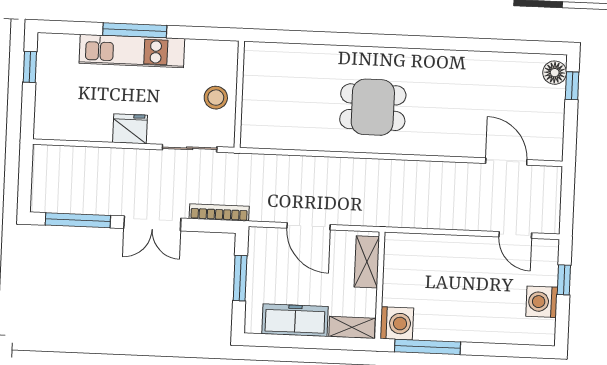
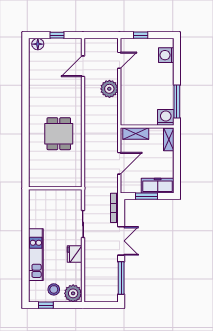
window: (135, 30) -> (25, 254), removed
window: (572, 86) -> (57, 35), moved
wall: (239, 94) -> (55, 188), moved
stool: (216, 98) -> (54, 289), moved
plant: (51, 122) -> (73, 293), added
plant: (459, 212) -> (109, 89), added
washing machine: (542, 302) -> (166, 55), moved, turned 90
freezer: (295, 320) -> (158, 186), moved, turned 90

